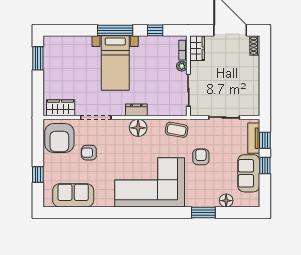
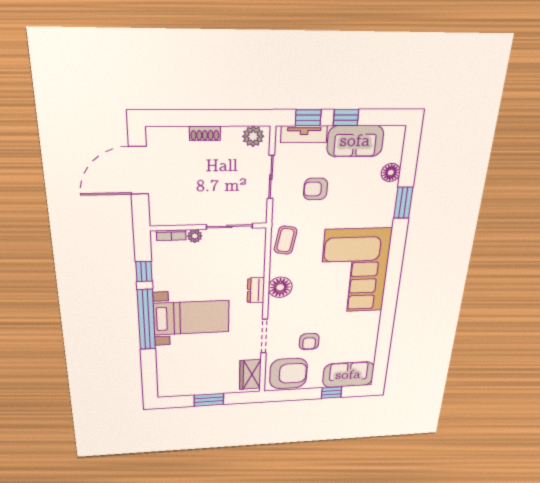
window: (115, 30) -> (146, 320), width x1.46
shoe rack: (255, 46) -> (205, 133), moved
wardrobe: (197, 48) -> (168, 216), removed
window: (38, 58) -> (209, 400), moved
plant: (253, 105) -> (253, 136), added
armchair: (201, 157) -> (316, 189), moved
sofa: (73, 195) -> (348, 375), moved, turned 90

